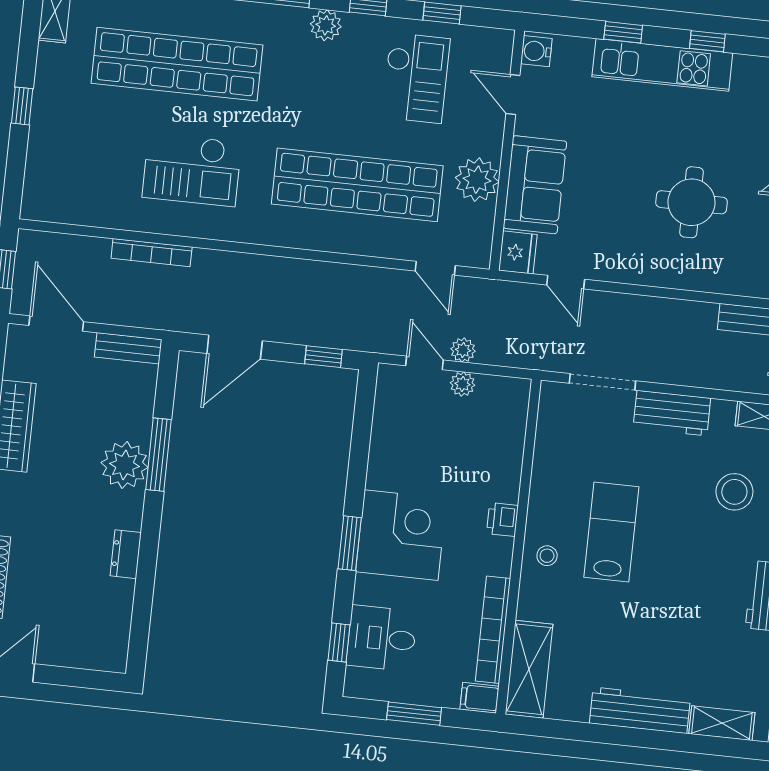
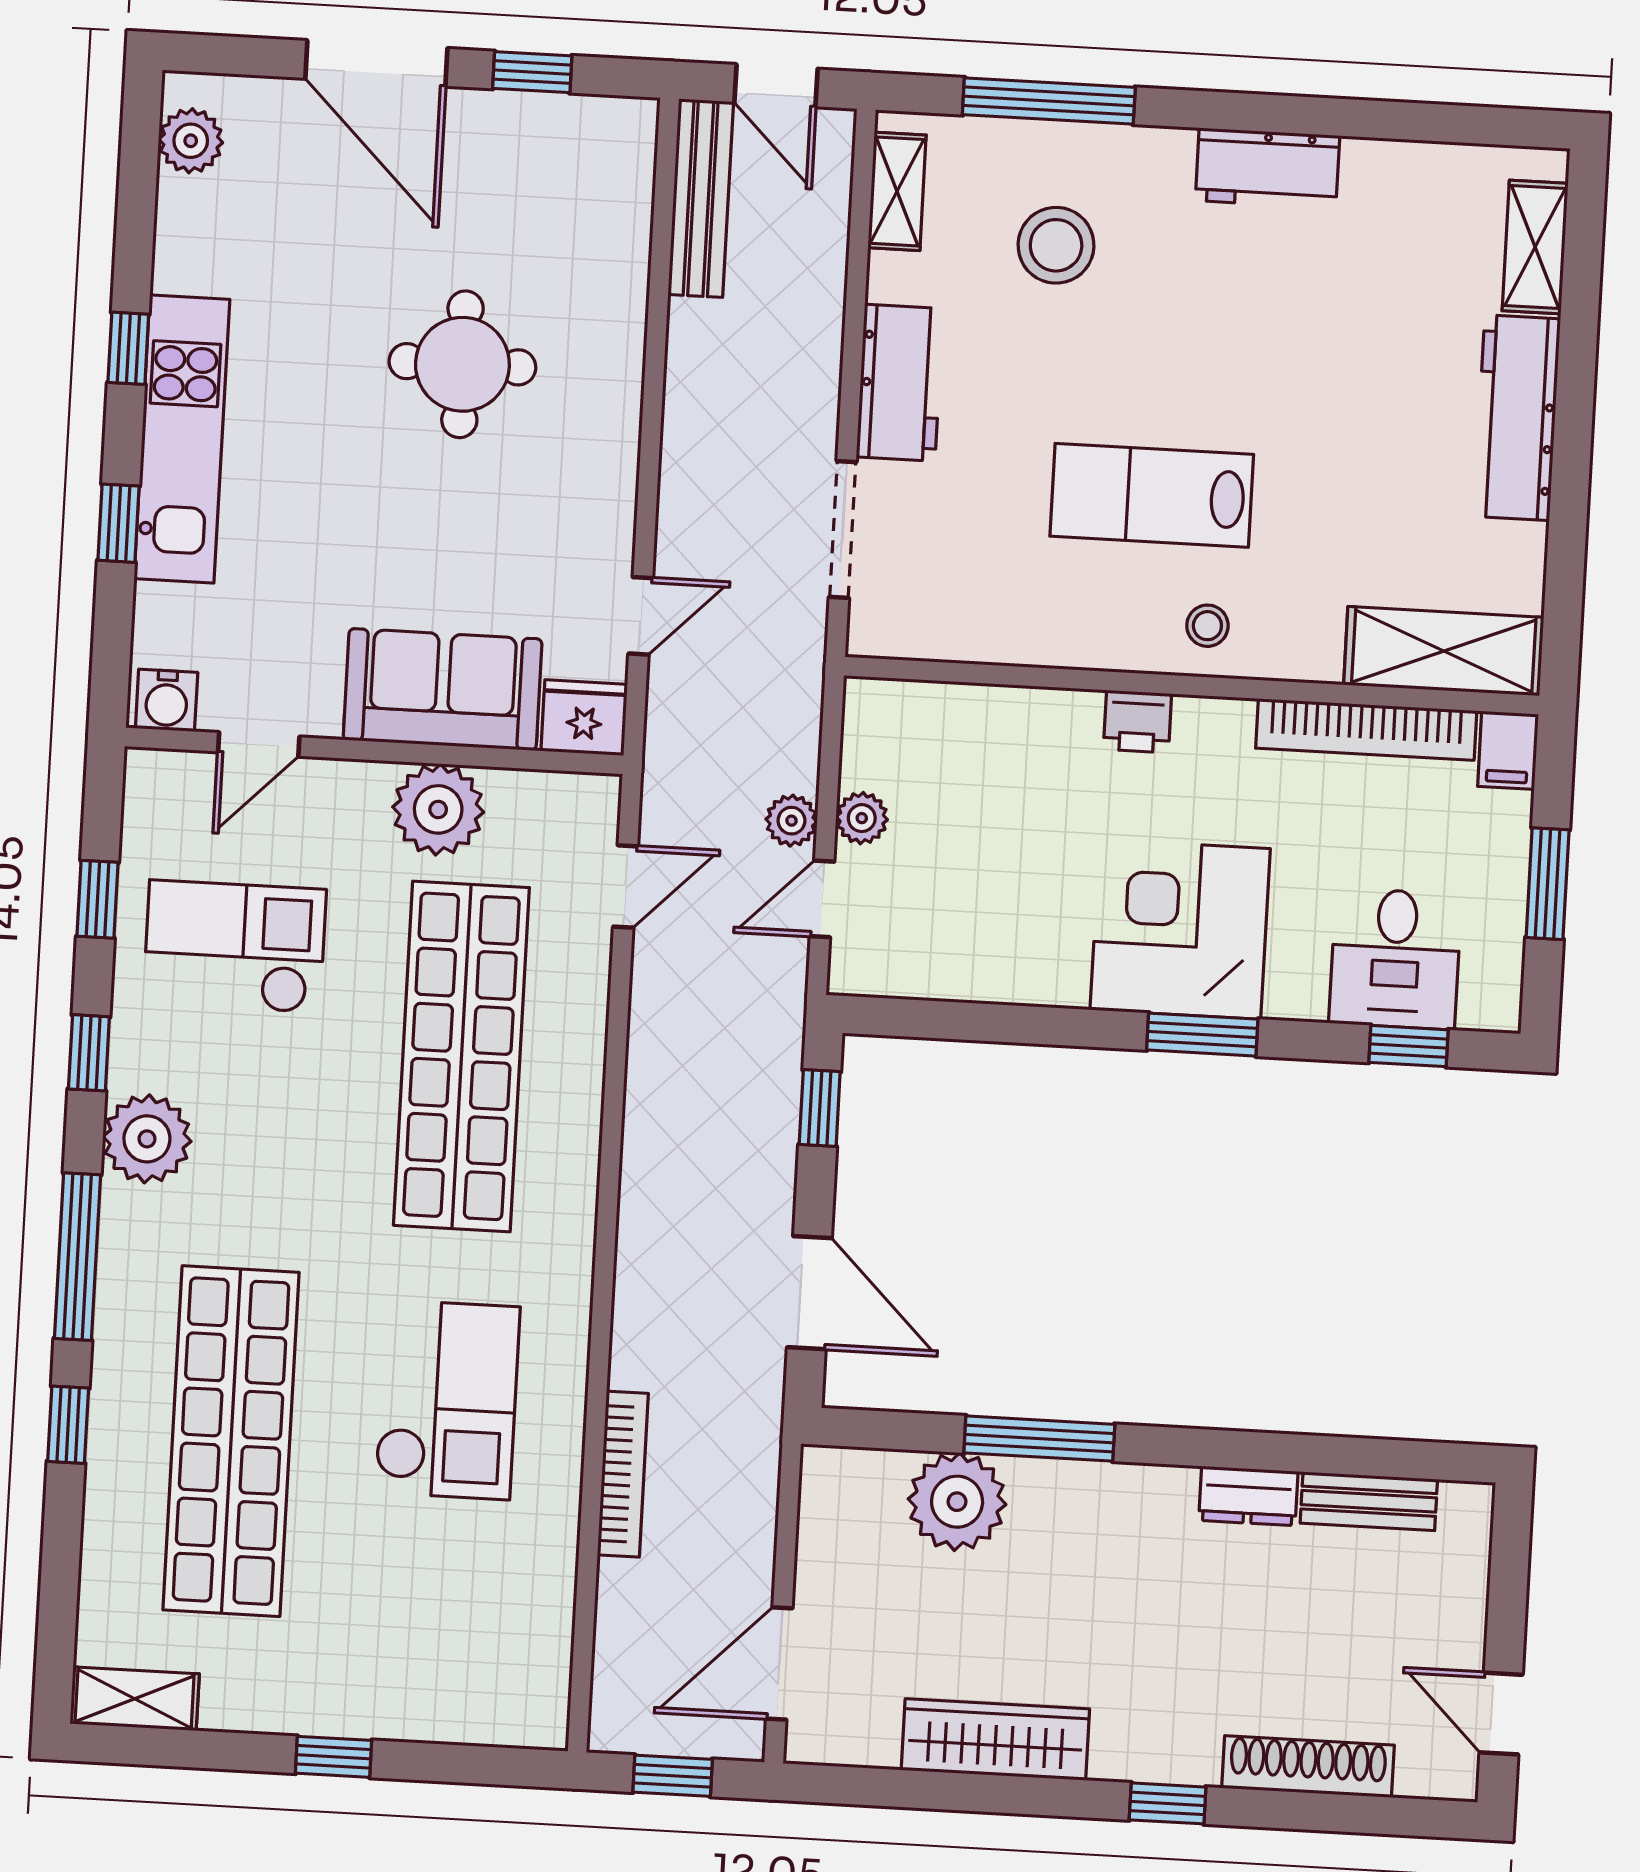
plant: (326, 25) -> (147, 1139), width x1.36, depth x1.36
bench: (128, 348) -> (1369, 1501), moved, turned 90
plant: (125, 465) -> (957, 1502), moved

